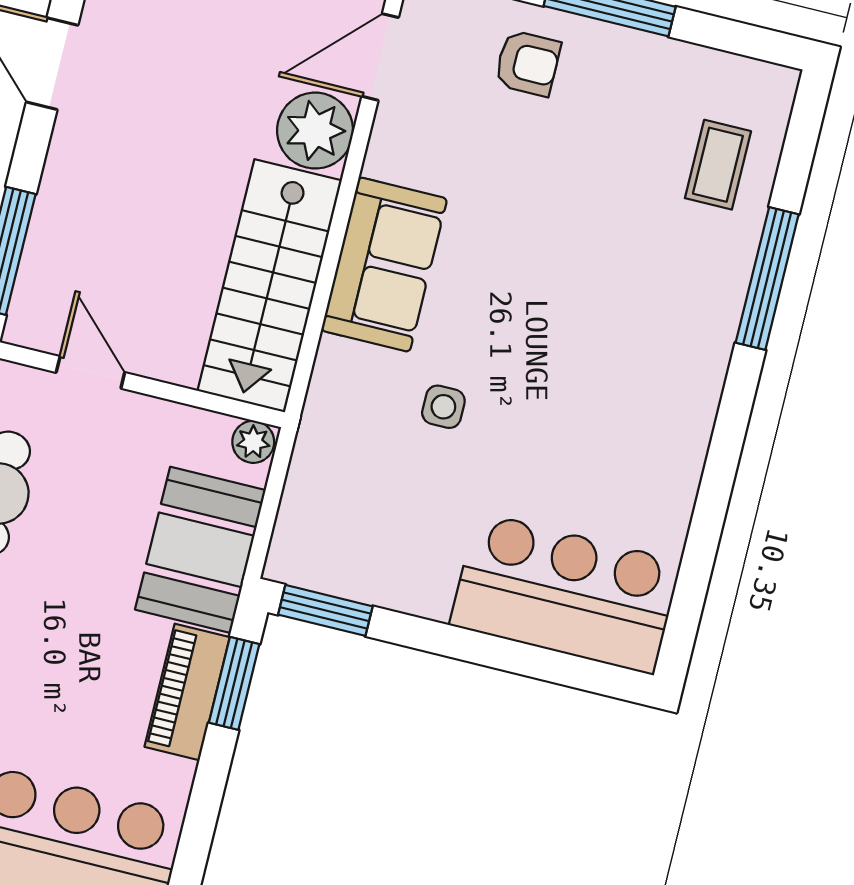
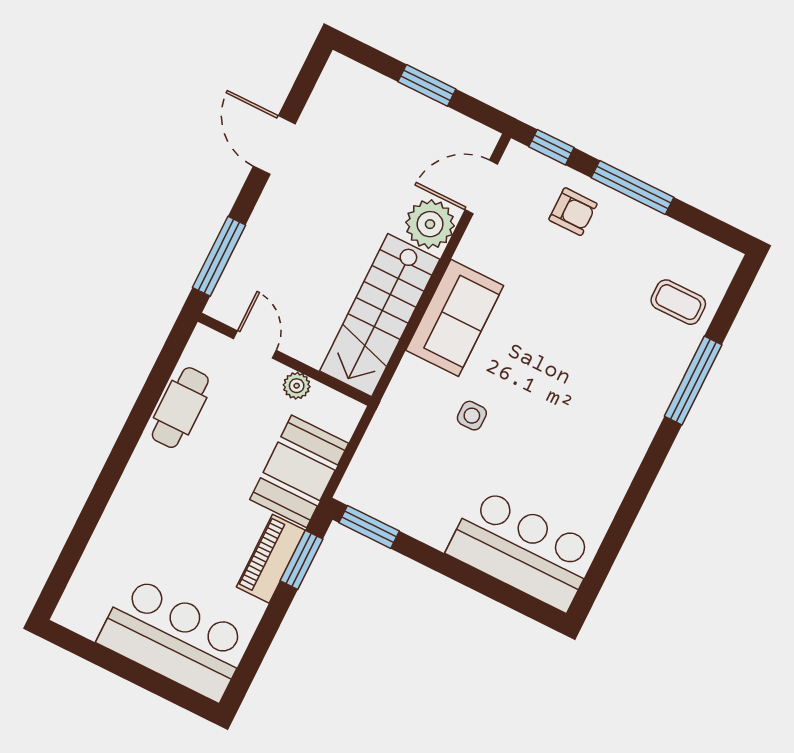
coffee table: (718, 165) -> (678, 302), turned 90
plant: (253, 442) -> (297, 386), moved

